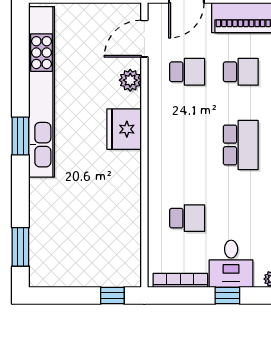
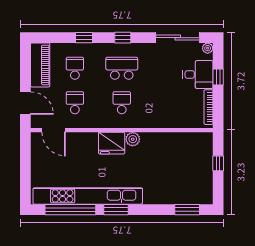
window: (20, 65) -> (70, 210), added
plant: (130, 80) -> (133, 139), moved
school desk: (187, 218) -> (122, 103), moved
window: (112, 296) -> (218, 163), moved

